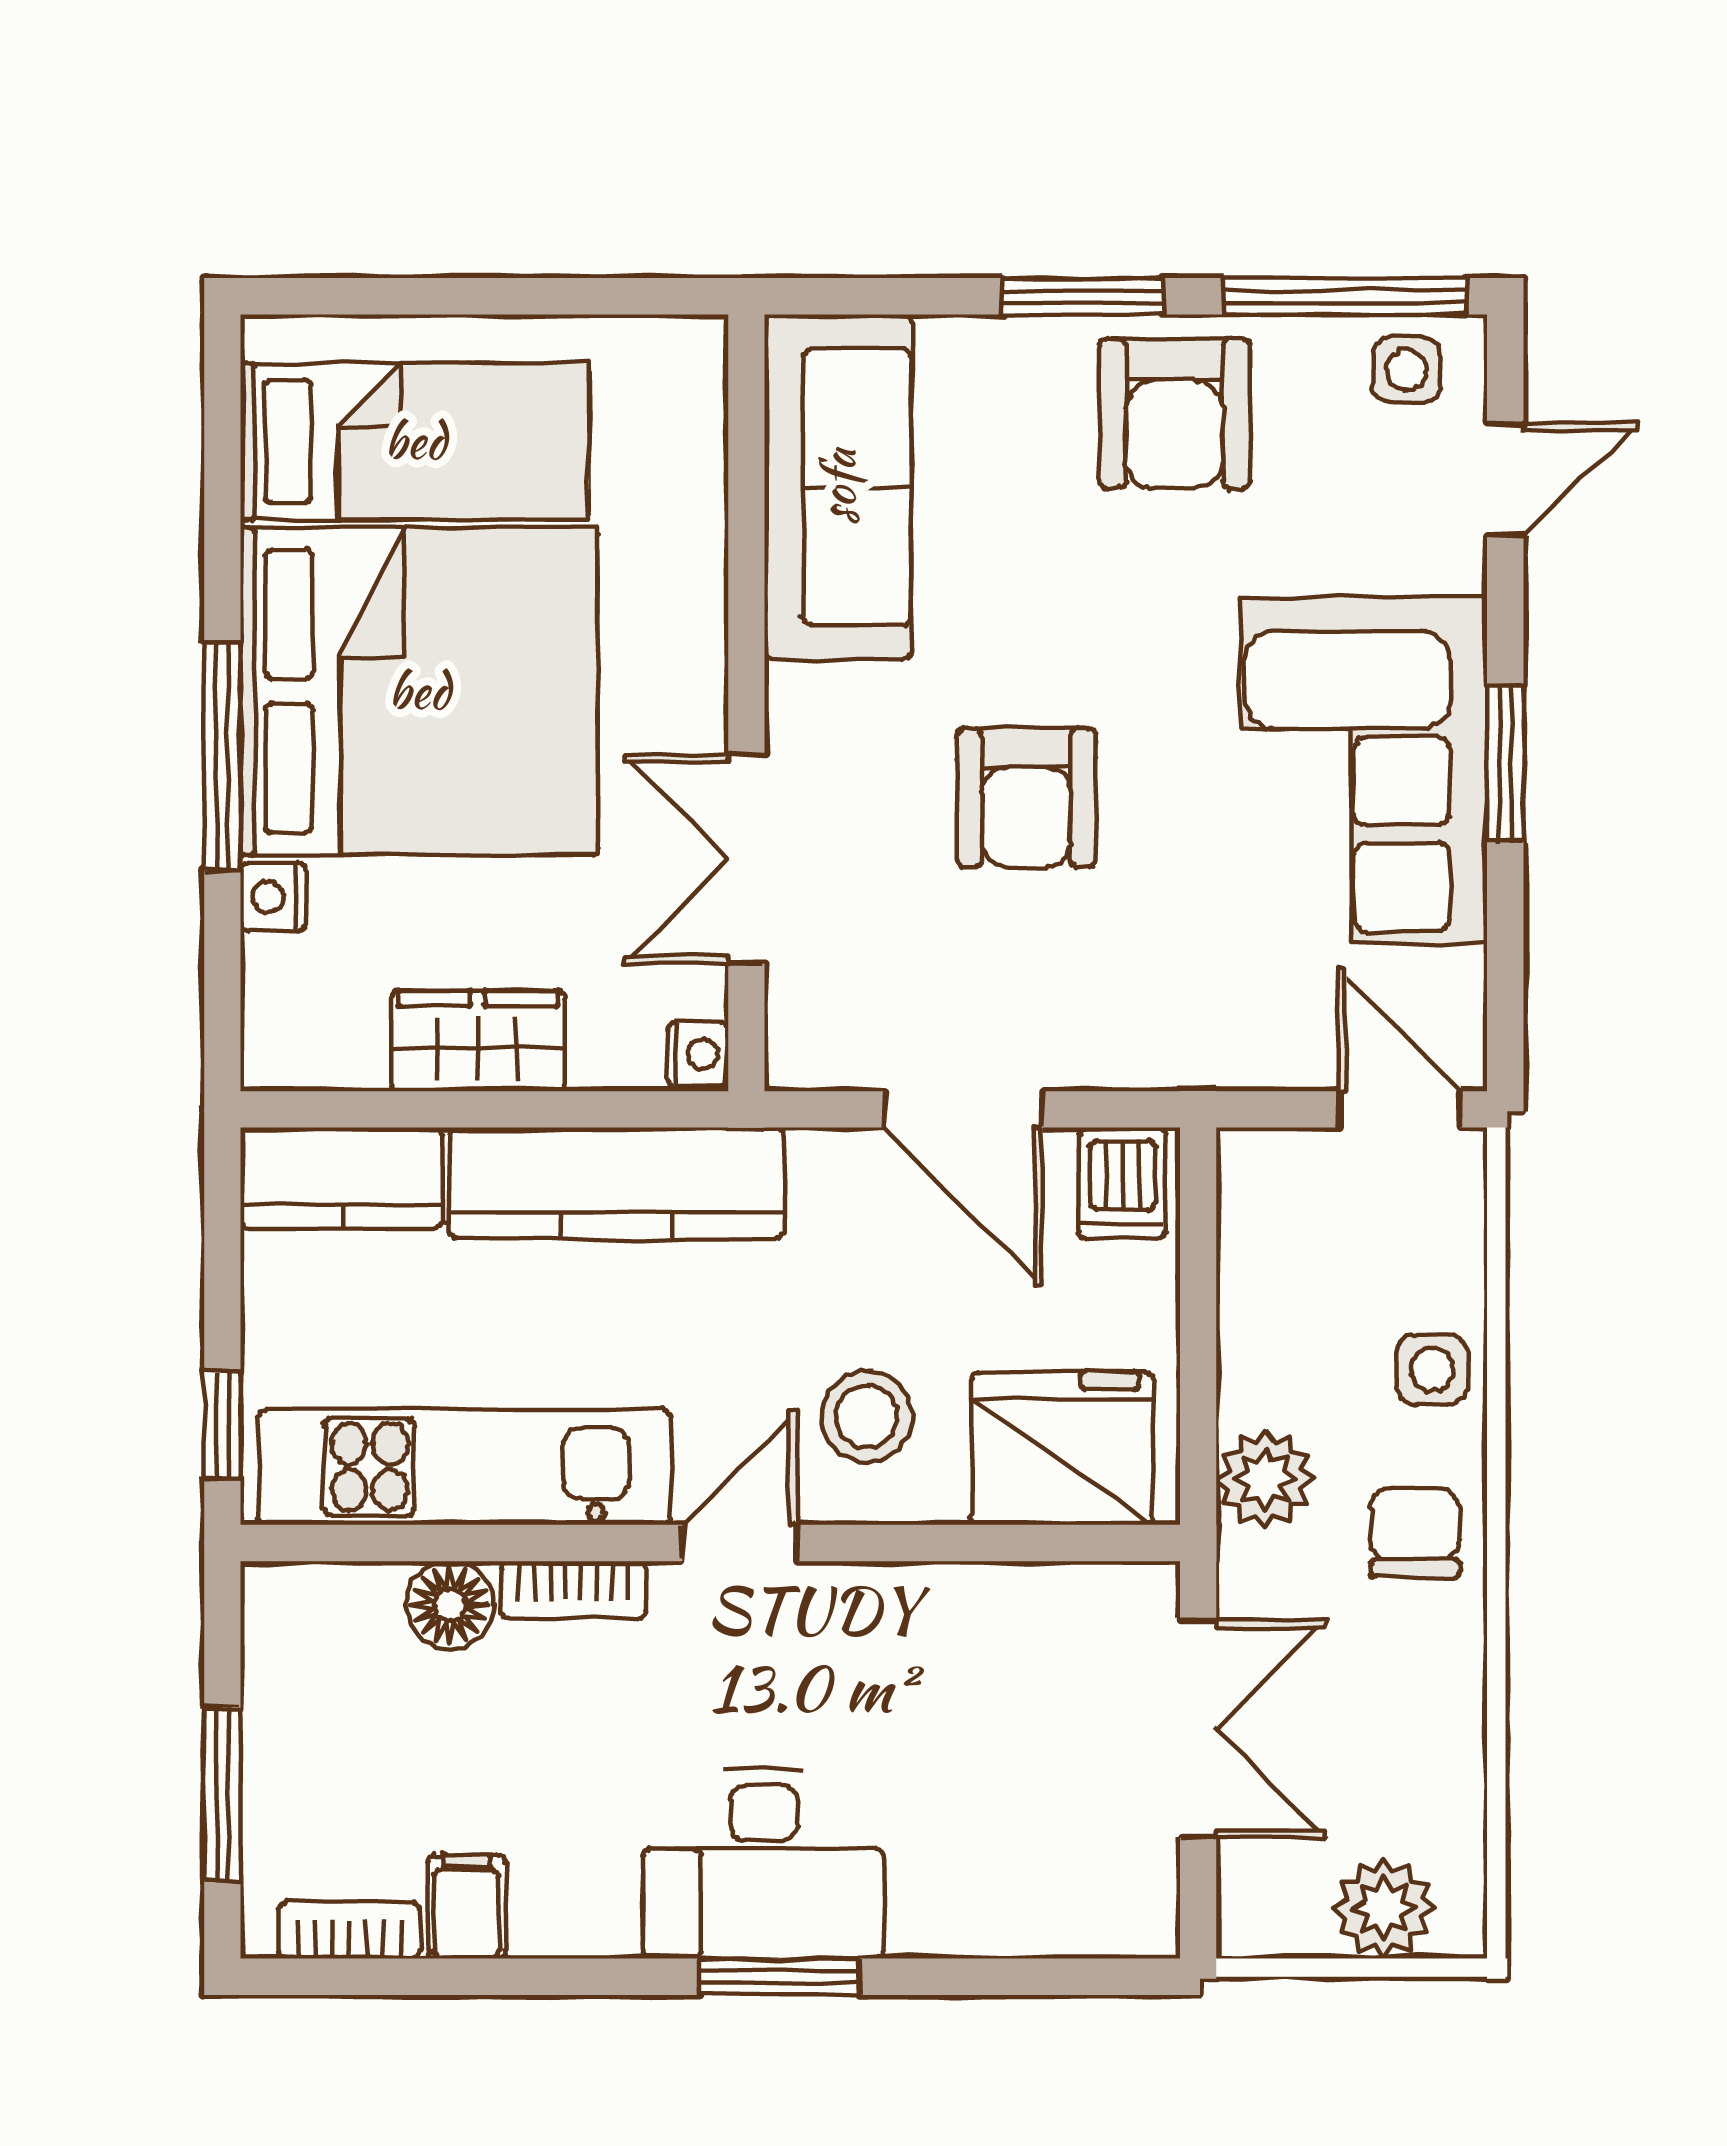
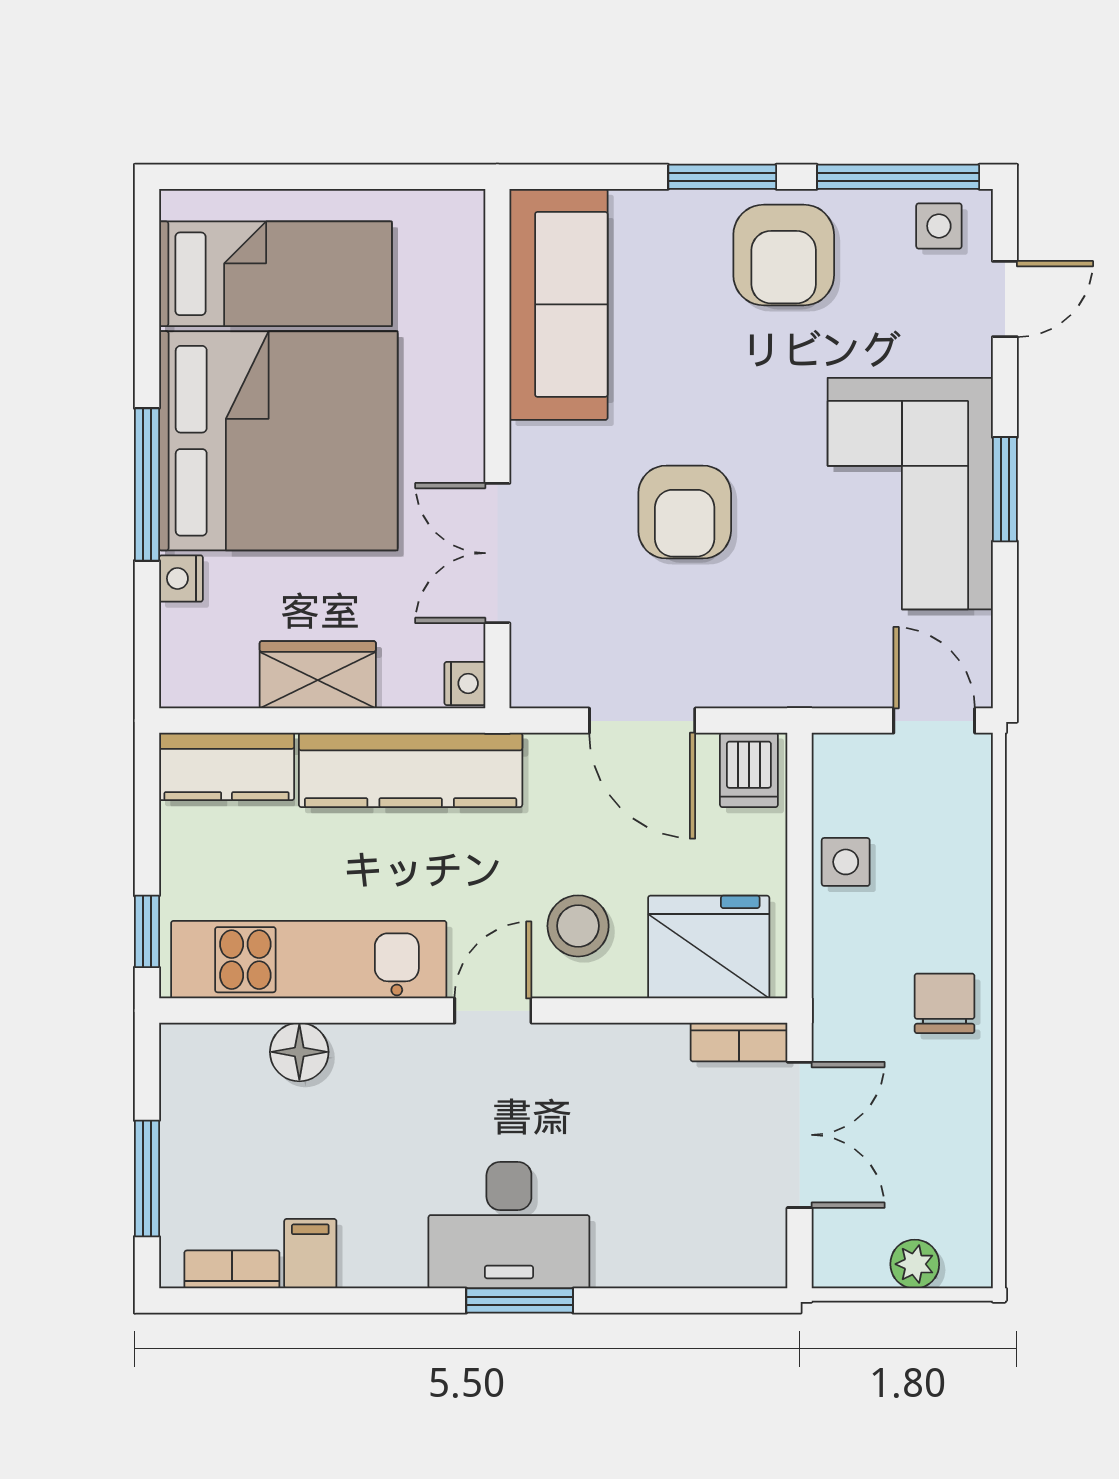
side table: (1432, 1370) -> (846, 862), moved
plant: (1265, 1479) -> (844, 968), removed
bookcase: (574, 1590) -> (739, 1042), moved
plant: (1384, 1908) -> (915, 1264), width x0.73, depth x0.73

